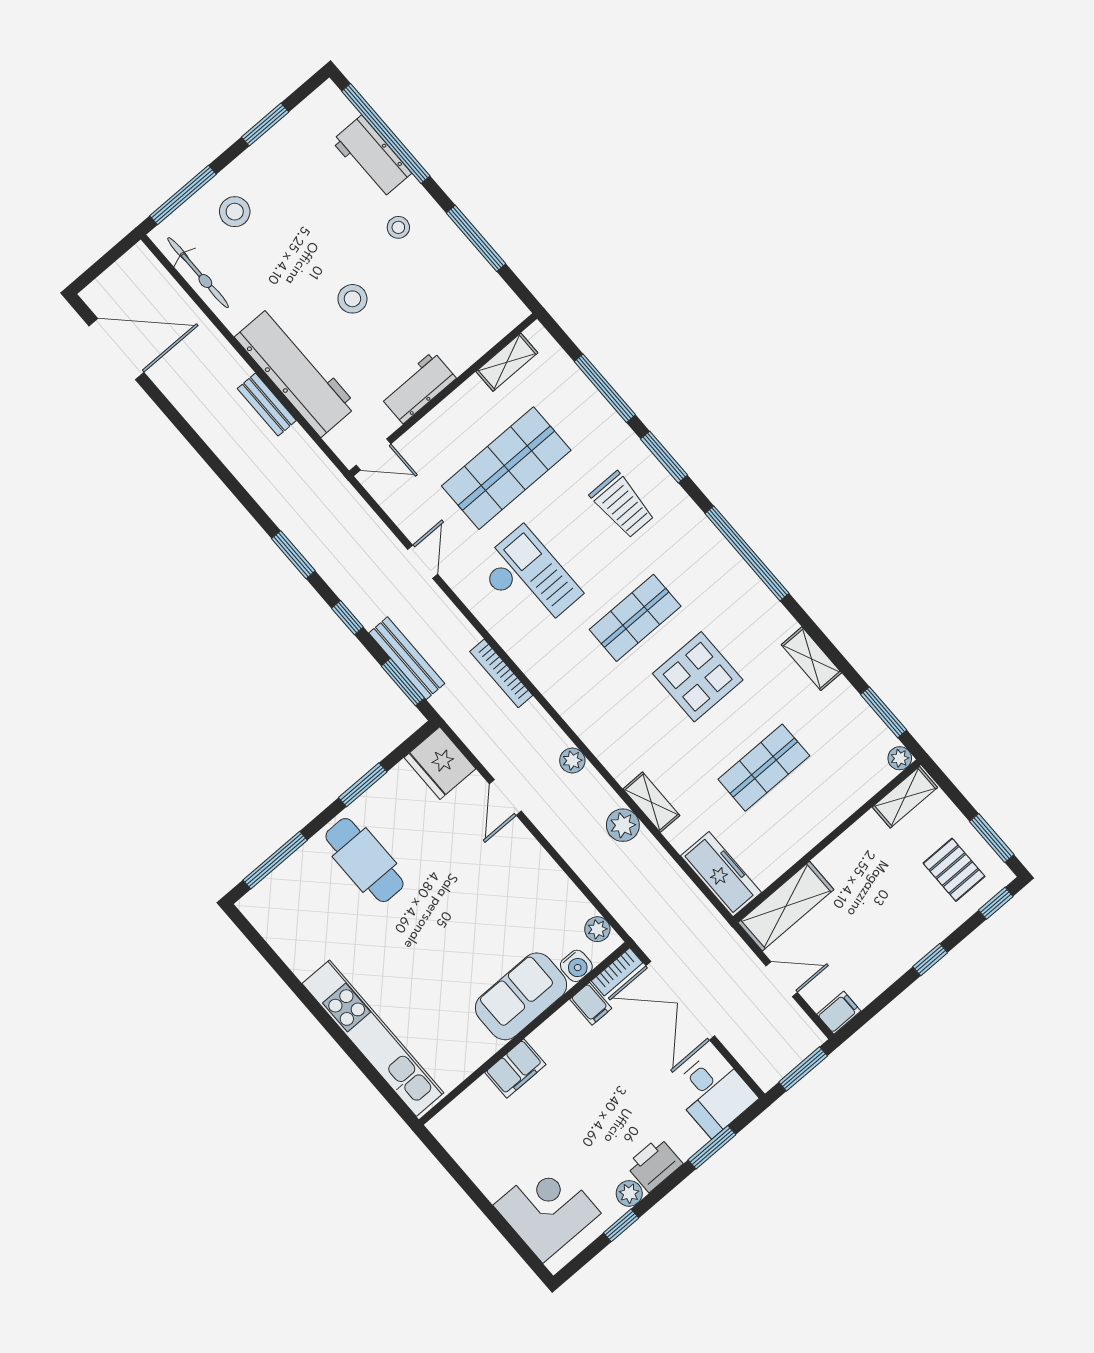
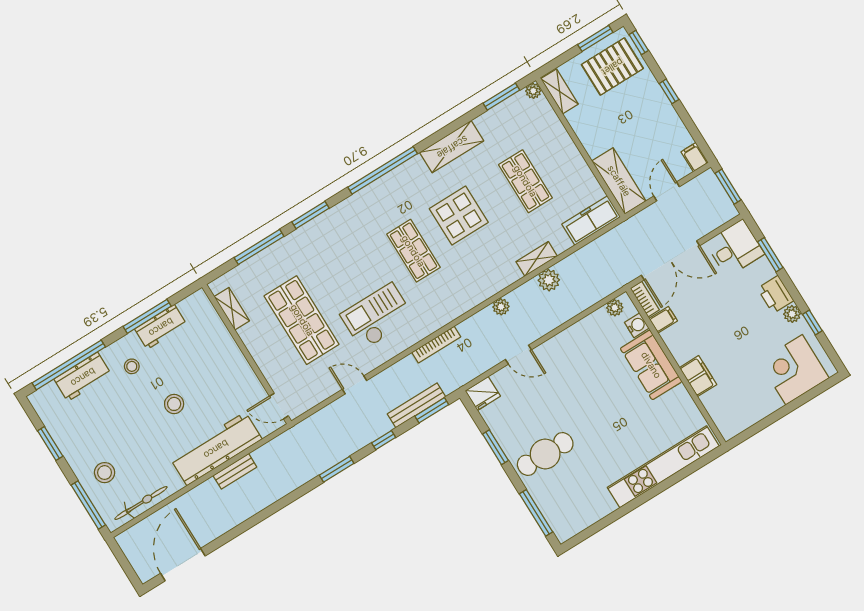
workbench: (418, 387) -> (161, 327), moved, turned -90
door: (374, 455) -> (279, 406), swing flipped
trolley: (622, 505) -> (338, 248), removed
shelving: (811, 659) -> (452, 147), width x1.50, depth x1.33
fridge: (440, 763) -> (483, 393), width x0.73, depth x0.75
pallet: (954, 870) -> (612, 67), width x1.50, depth x1.42

